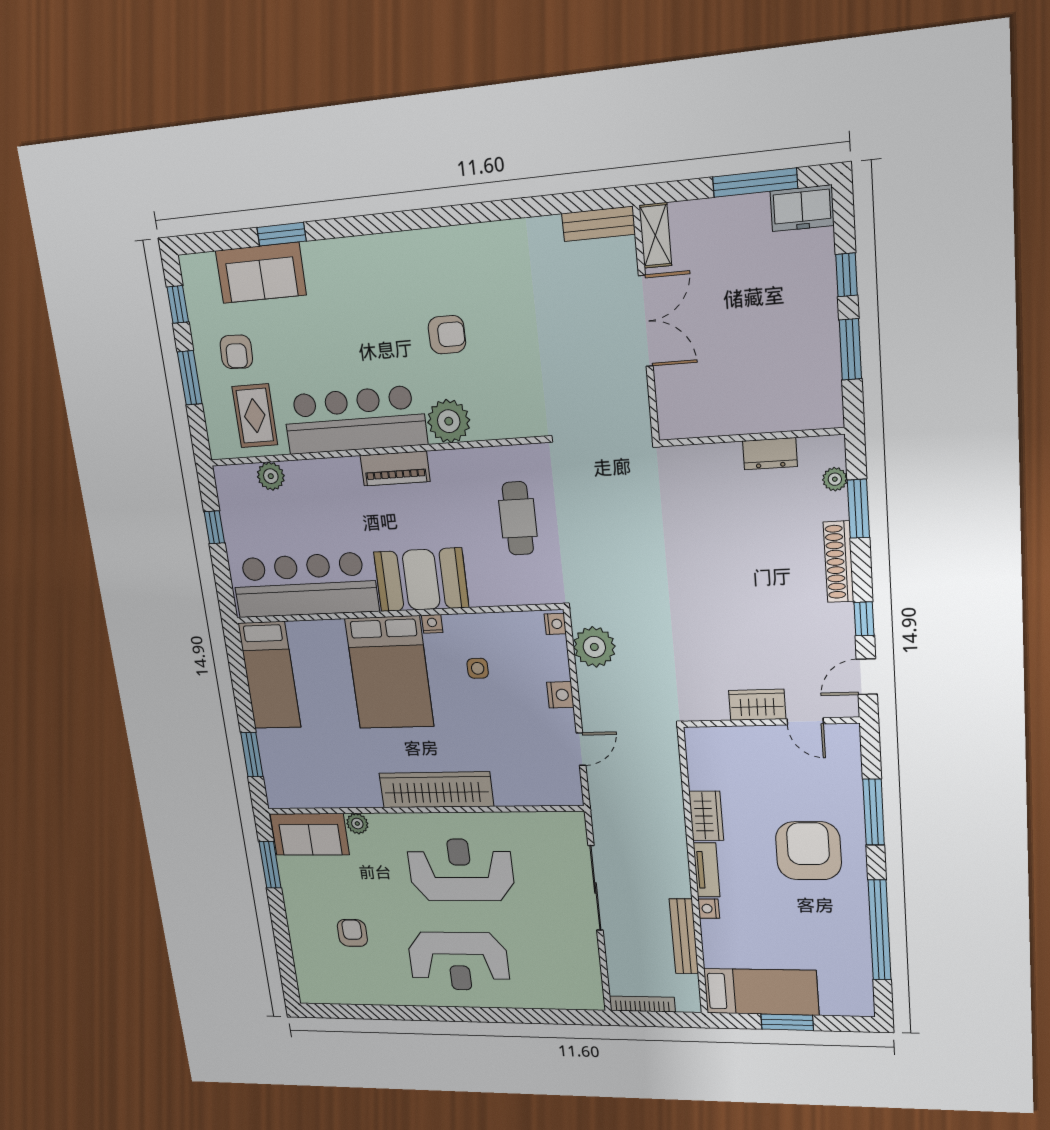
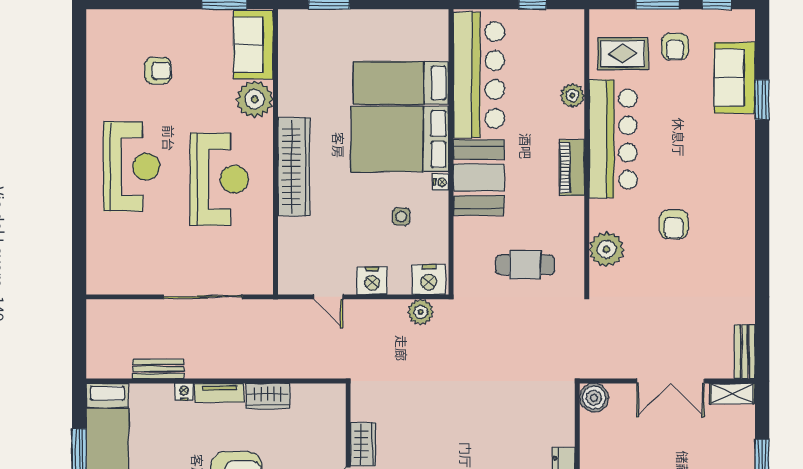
armchair: (236, 352) -> (675, 46), turned -93
plant: (449, 421) -> (607, 249), moved
boiler: (676, 421) -> (594, 398), added
plant: (271, 476) -> (572, 95), moved
nightstand: (555, 624) -> (429, 280), width x1.89, depth x1.79
plant: (594, 647) -> (421, 312), width x0.73, depth x0.73
bed: (270, 675) -> (401, 83), moved
nightstand: (560, 695) -> (372, 281), width x1.36, depth x1.33
plant: (357, 824) -> (255, 99), width x1.88, depth x1.88
bench: (684, 936) -> (158, 369), width x0.73
reception desk: (459, 961) -> (132, 167), turned 180
bookcase: (642, 1004) -> (93, 327), removed

